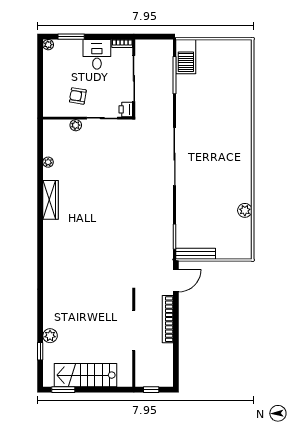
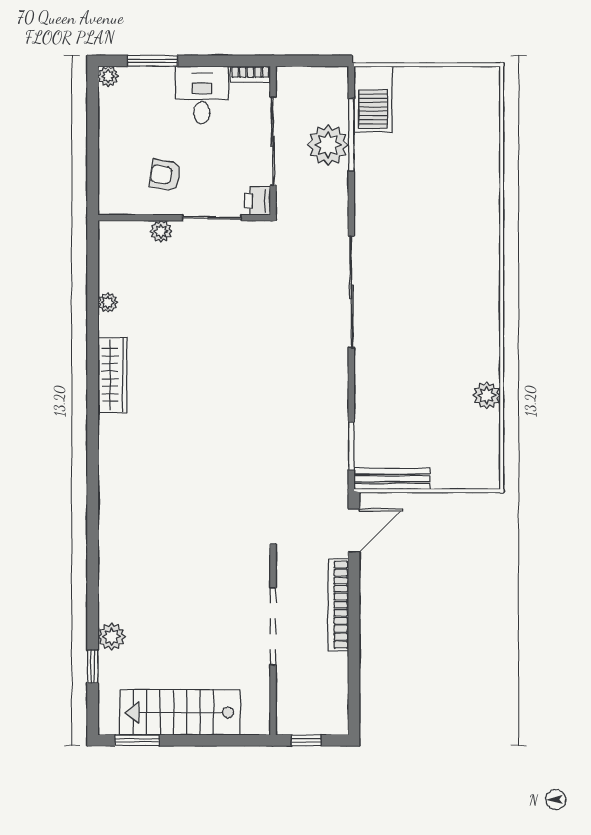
plant: (162, 80) -> (328, 145), added

